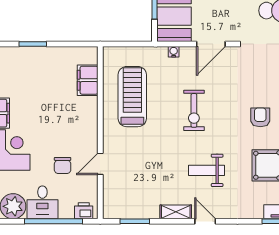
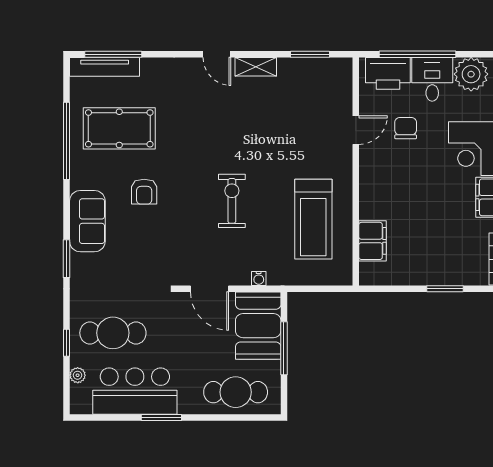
door: (211, 44) -> (209, 289), swing flipped
weight bench: (206, 170) -> (215, 122), removed
printer: (84, 211) -> (388, 73), width x1.87, depth x1.48

